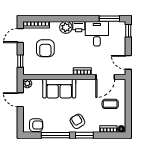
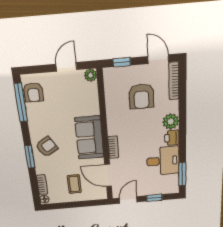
window: (128, 31) -> (154, 198), moved
armchair: (45, 48) -> (141, 96), turned -90
sofa: (59, 89) -> (89, 138), moved
window: (55, 135) -> (21, 103), moved

